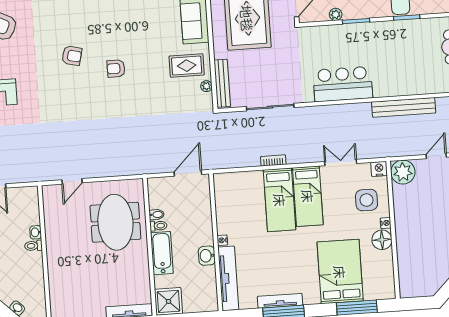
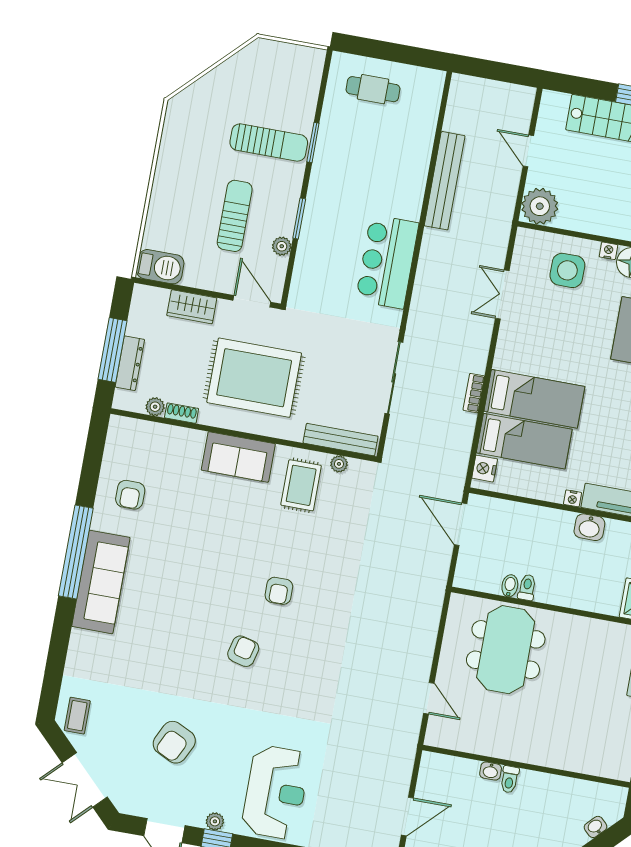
nightstand: (379, 169) -> (485, 469), moved
bed: (308, 196) -> (524, 441), moved
meeting table: (115, 222) -> (506, 650), turned 90
bathtub: (162, 253) -> (569, 593), removed

